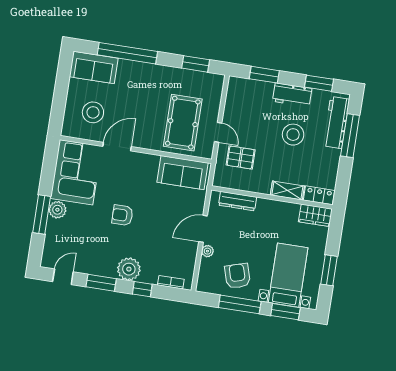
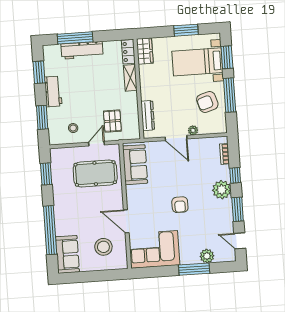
workbench: (336, 123) -> (82, 50), moved
stool: (293, 135) -> (73, 128), moved, width x0.53, depth x0.53
plant: (57, 210) -> (207, 256), moved

